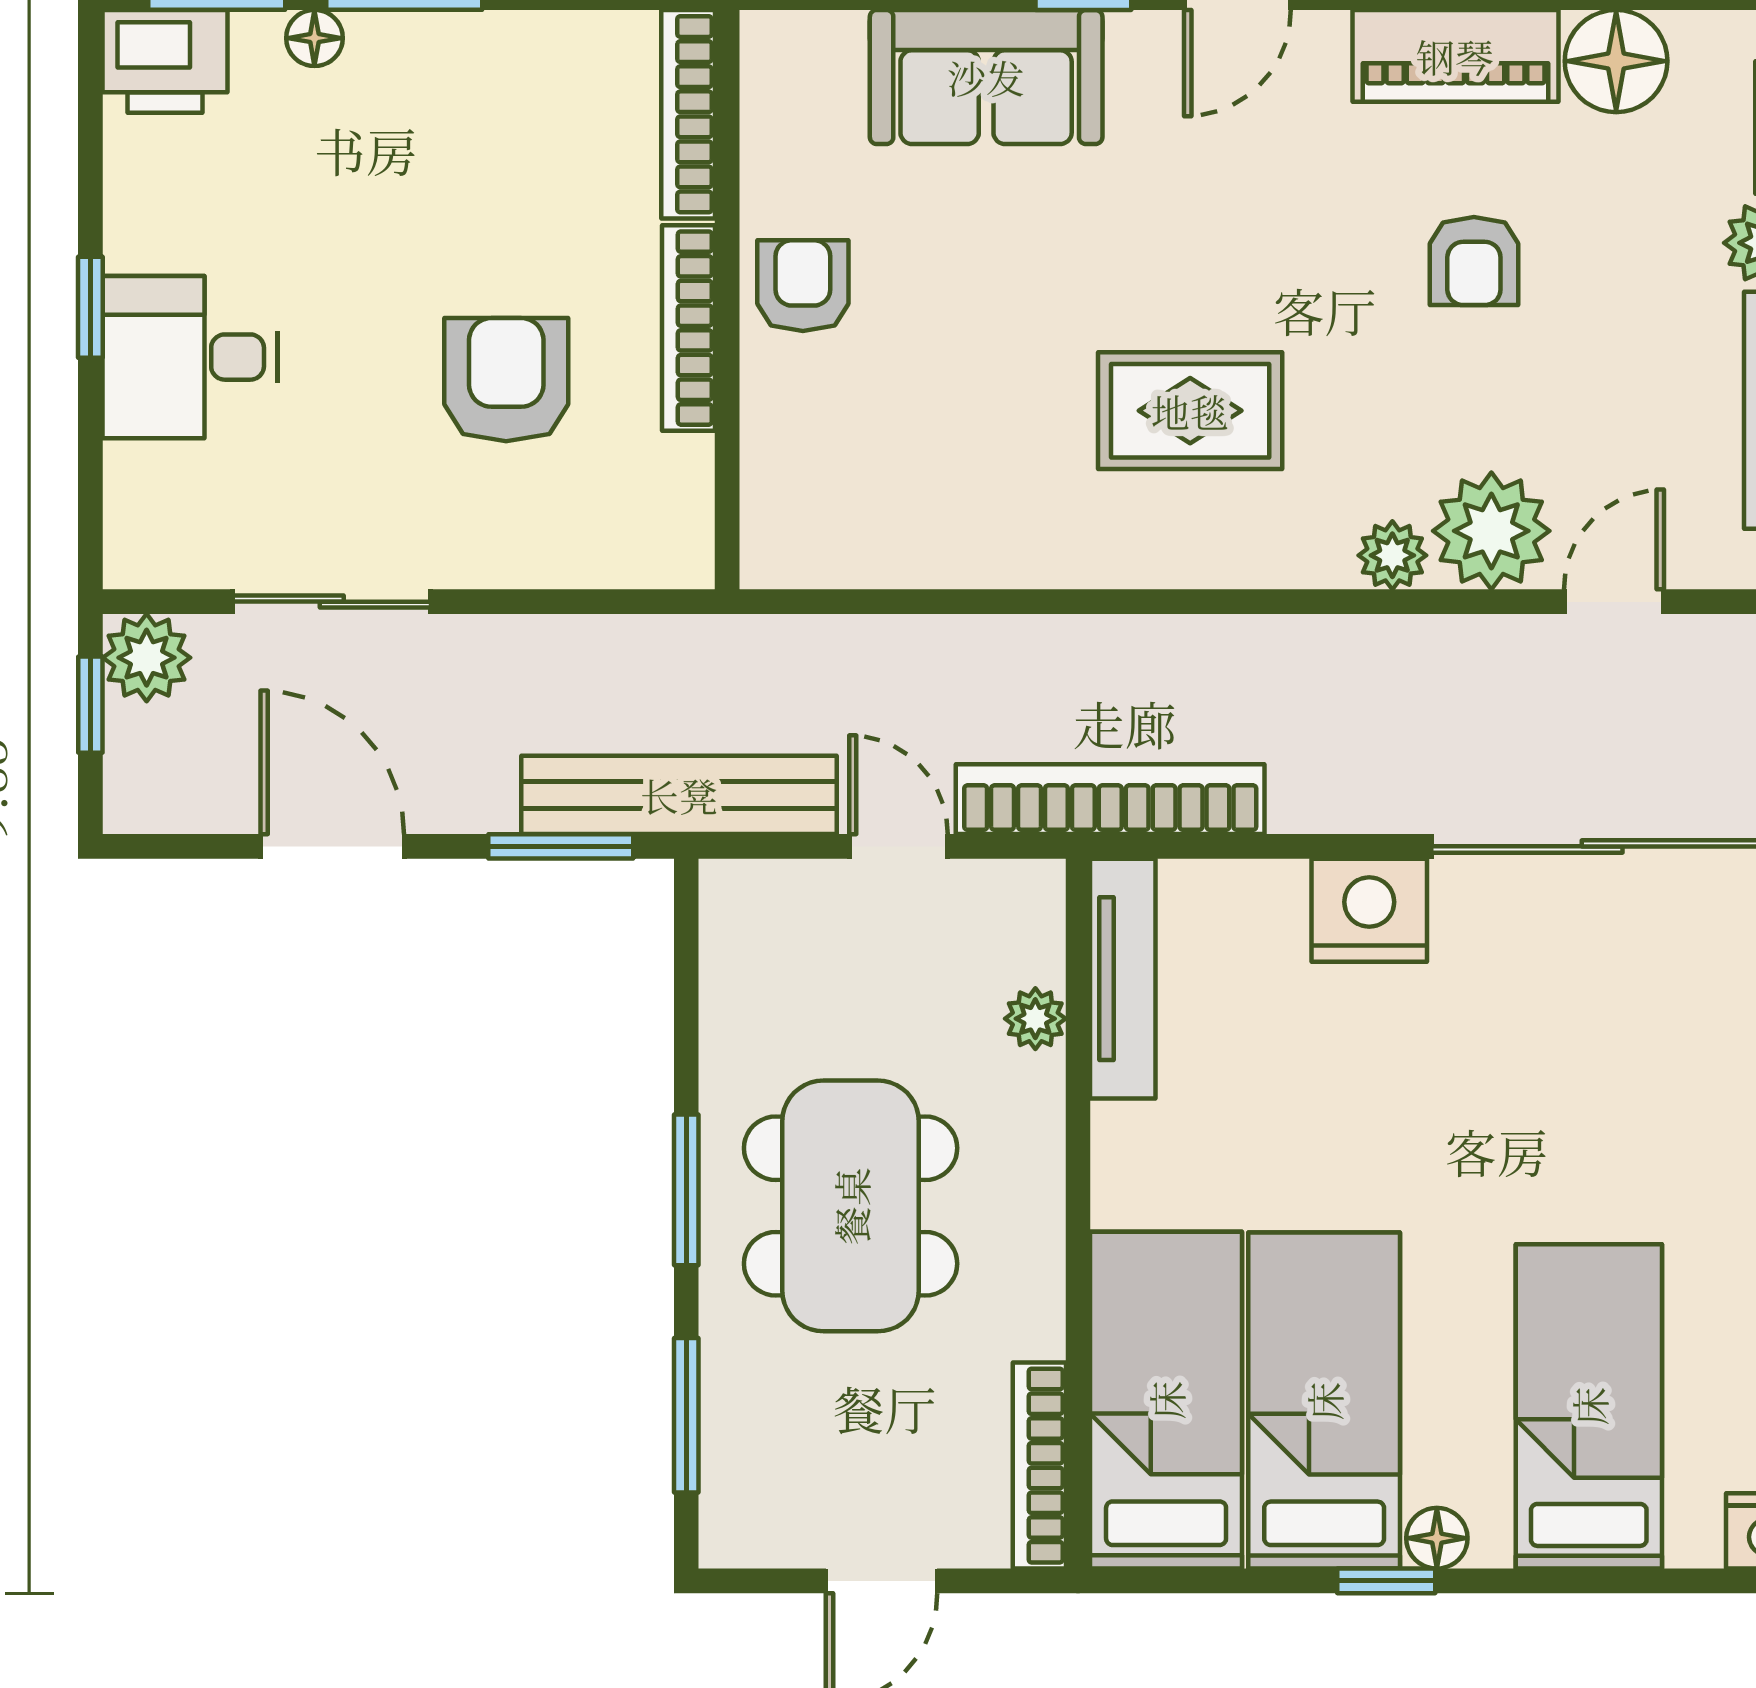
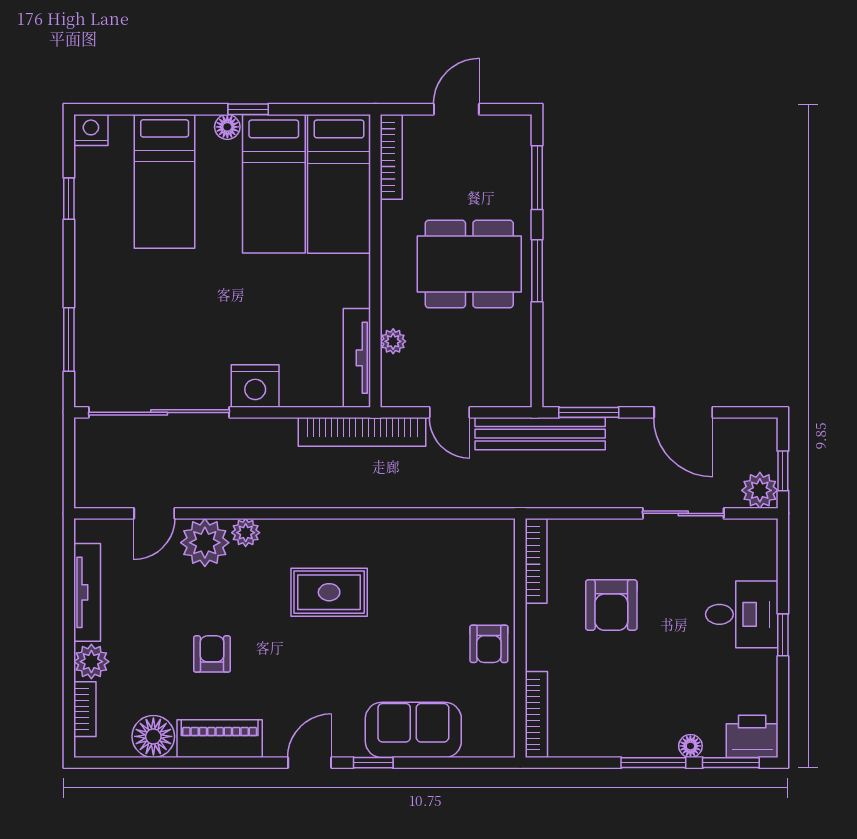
bookcase: (688, 328) -> (536, 561), moved
dining table: (851, 1206) -> (469, 264), turned 90

